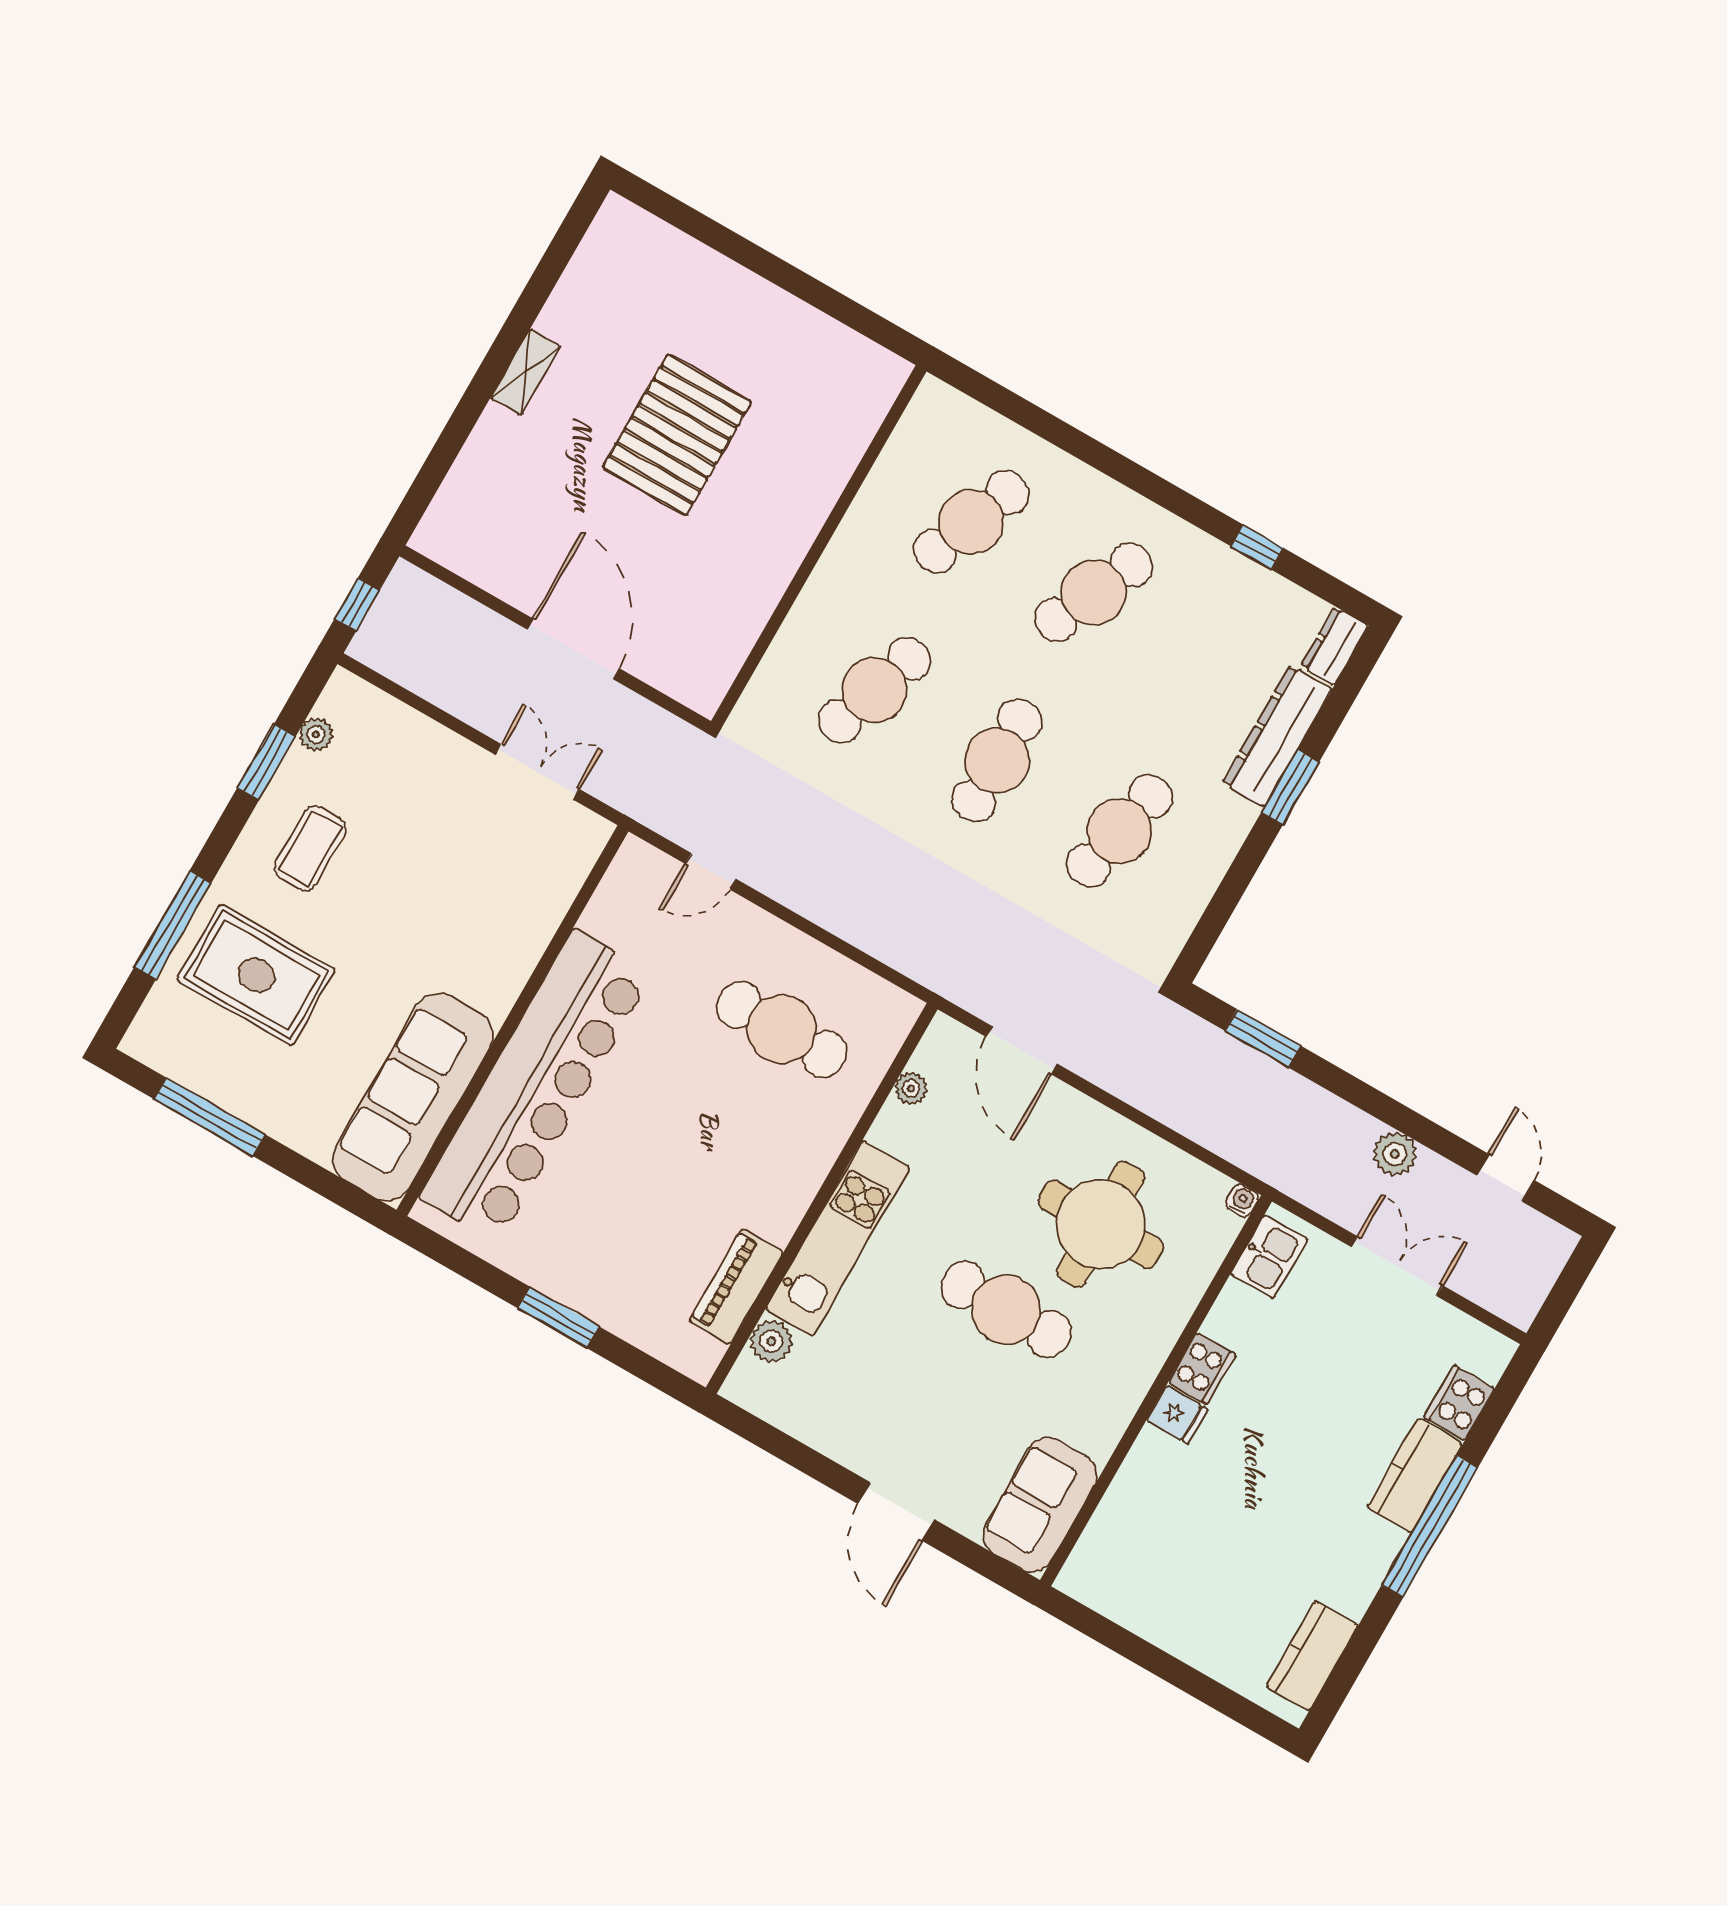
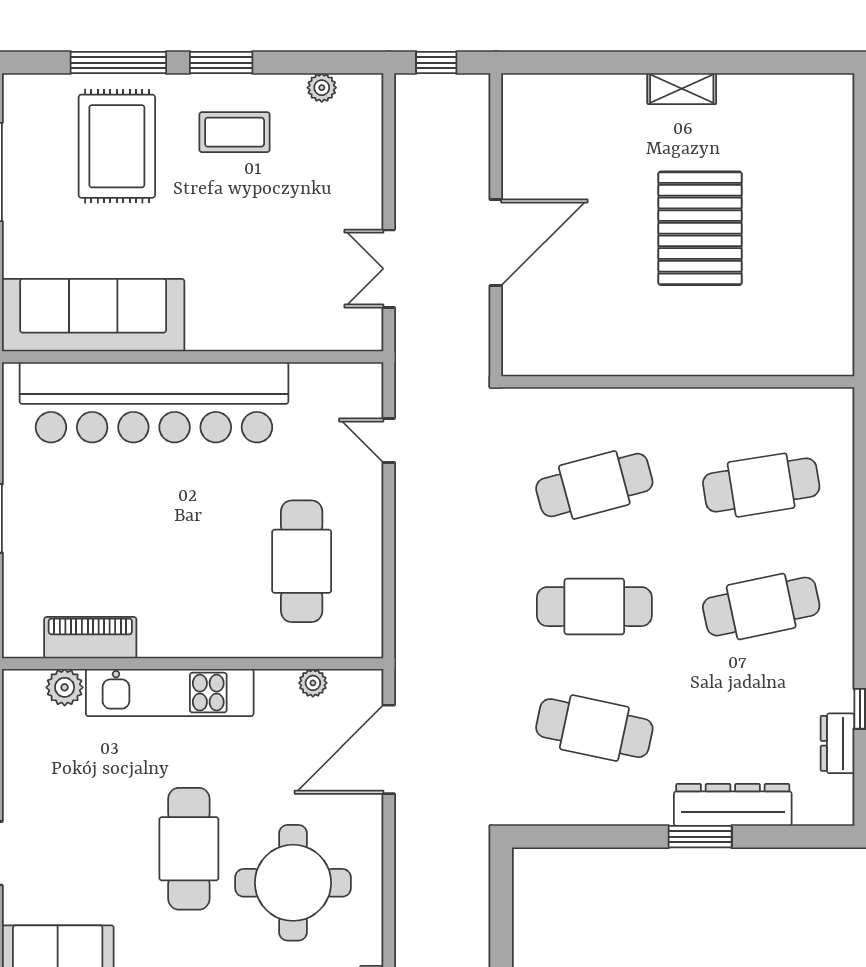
pallet: (677, 435) -> (700, 228), turned 90
cafe table: (971, 522) -> (761, 485), turned -30
cafe table: (1094, 592) -> (761, 607), turned -36
dresser: (1335, 646) -> (838, 743), moved, turned -90
cafe table: (874, 690) -> (594, 485), turned -33
window: (266, 762) -> (221, 63), moved
double door: (537, 772) -> (389, 269), swing flipped
window: (1263, 1038) -> (501, 924), removed
door: (1022, 1050) -> (389, 749), width x1.36

